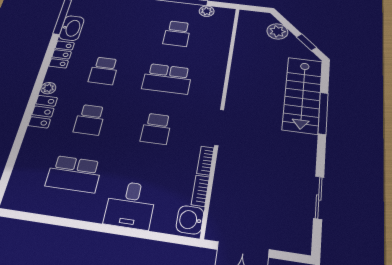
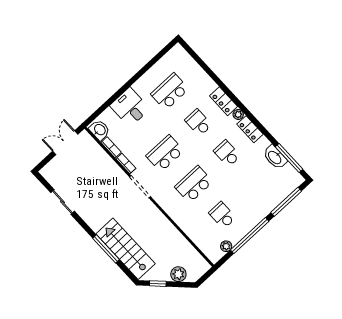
locker: (62, 54) -> (250, 129), moved
school desk: (156, 129) -> (165, 153), width x1.85

